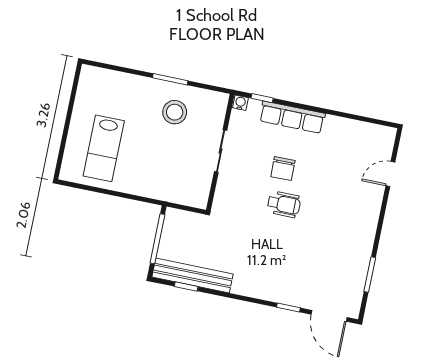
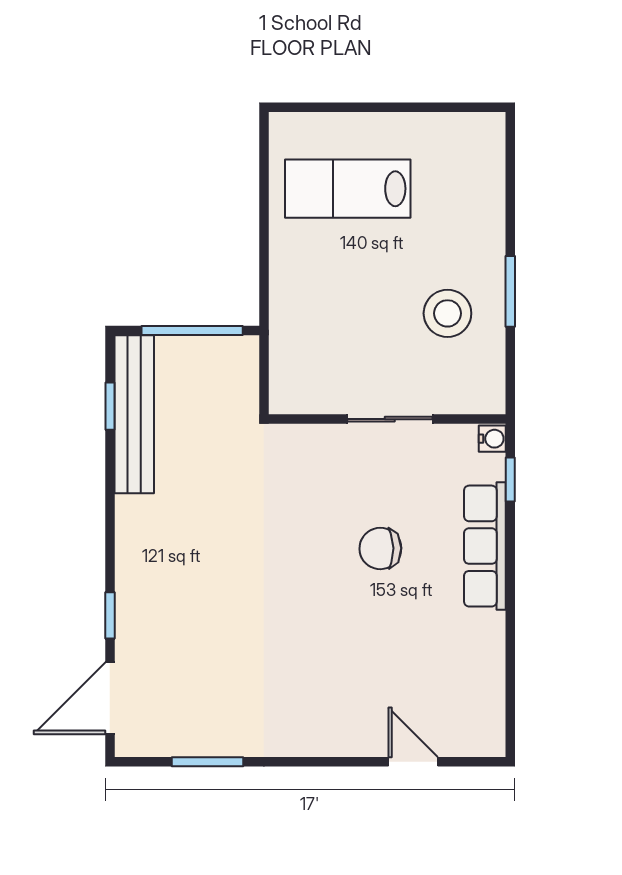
wheelchair: (284, 204) -> (311, 565), removed

